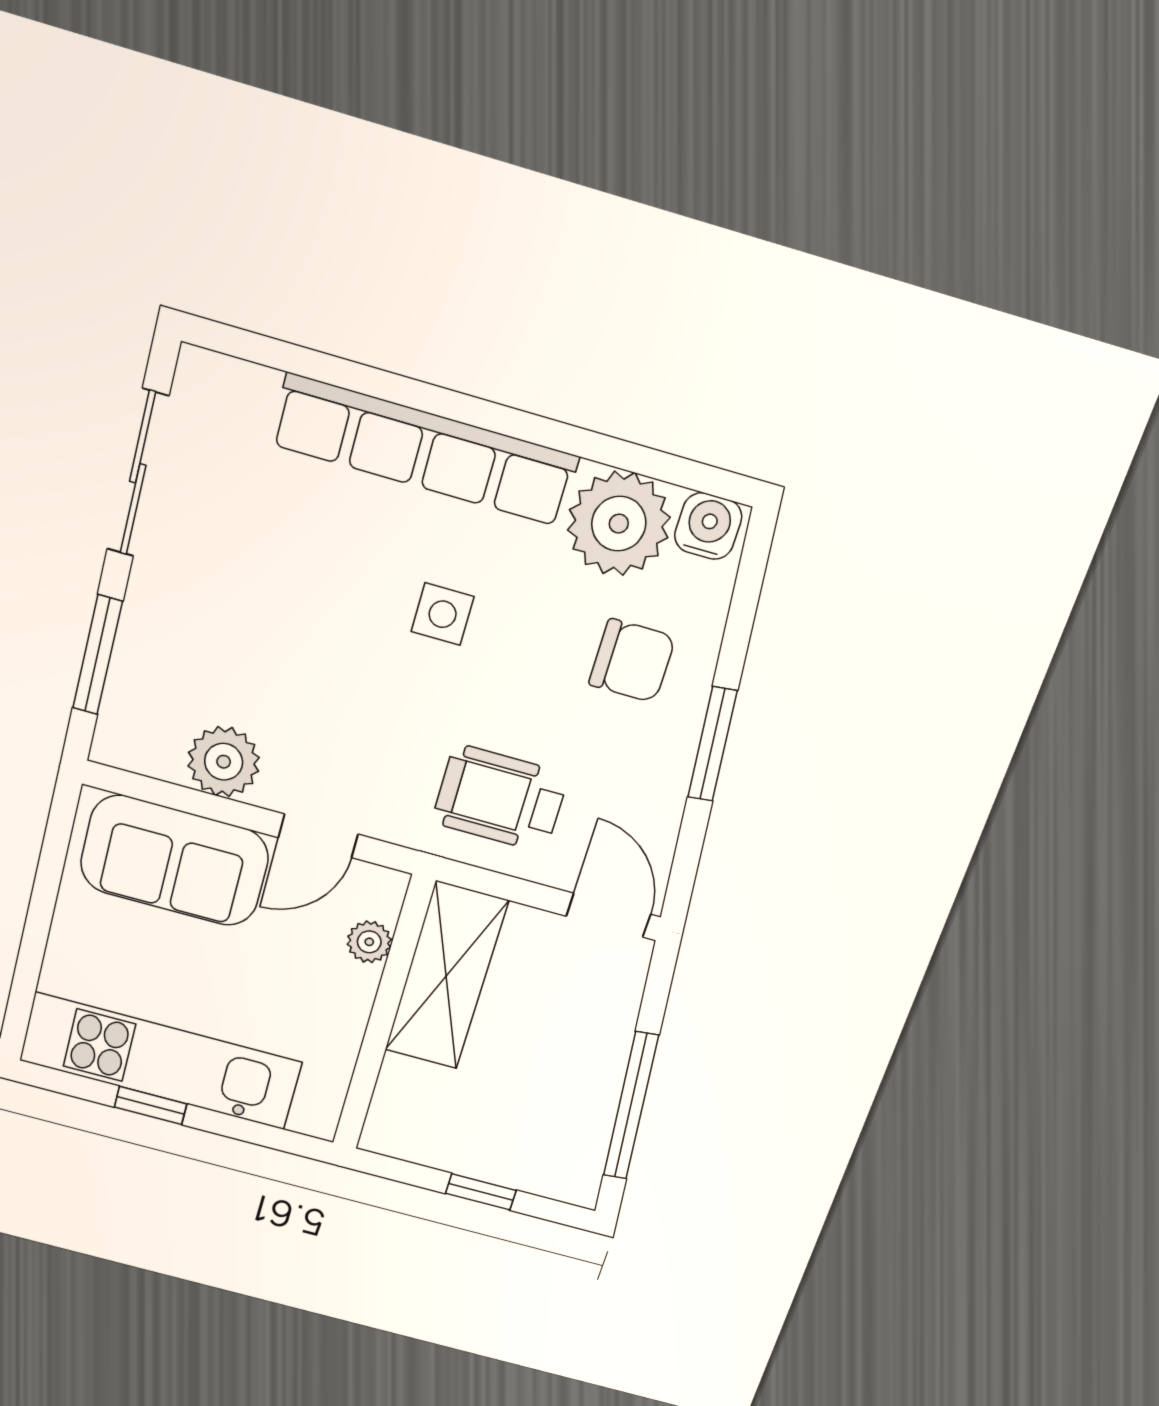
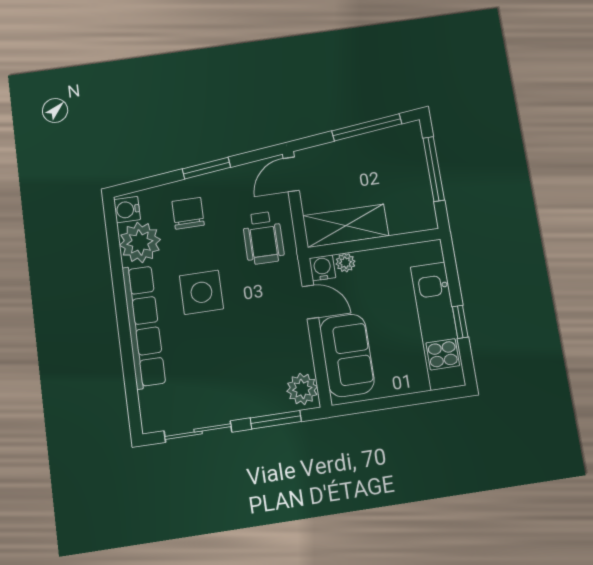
side table: (443, 614) -> (201, 292), width x1.87, depth x1.87
plant: (224, 762) -> (302, 389), moved
water cooler: (379, 891) -> (322, 268), added
window: (481, 1192) -> (434, 169), width x2.17

